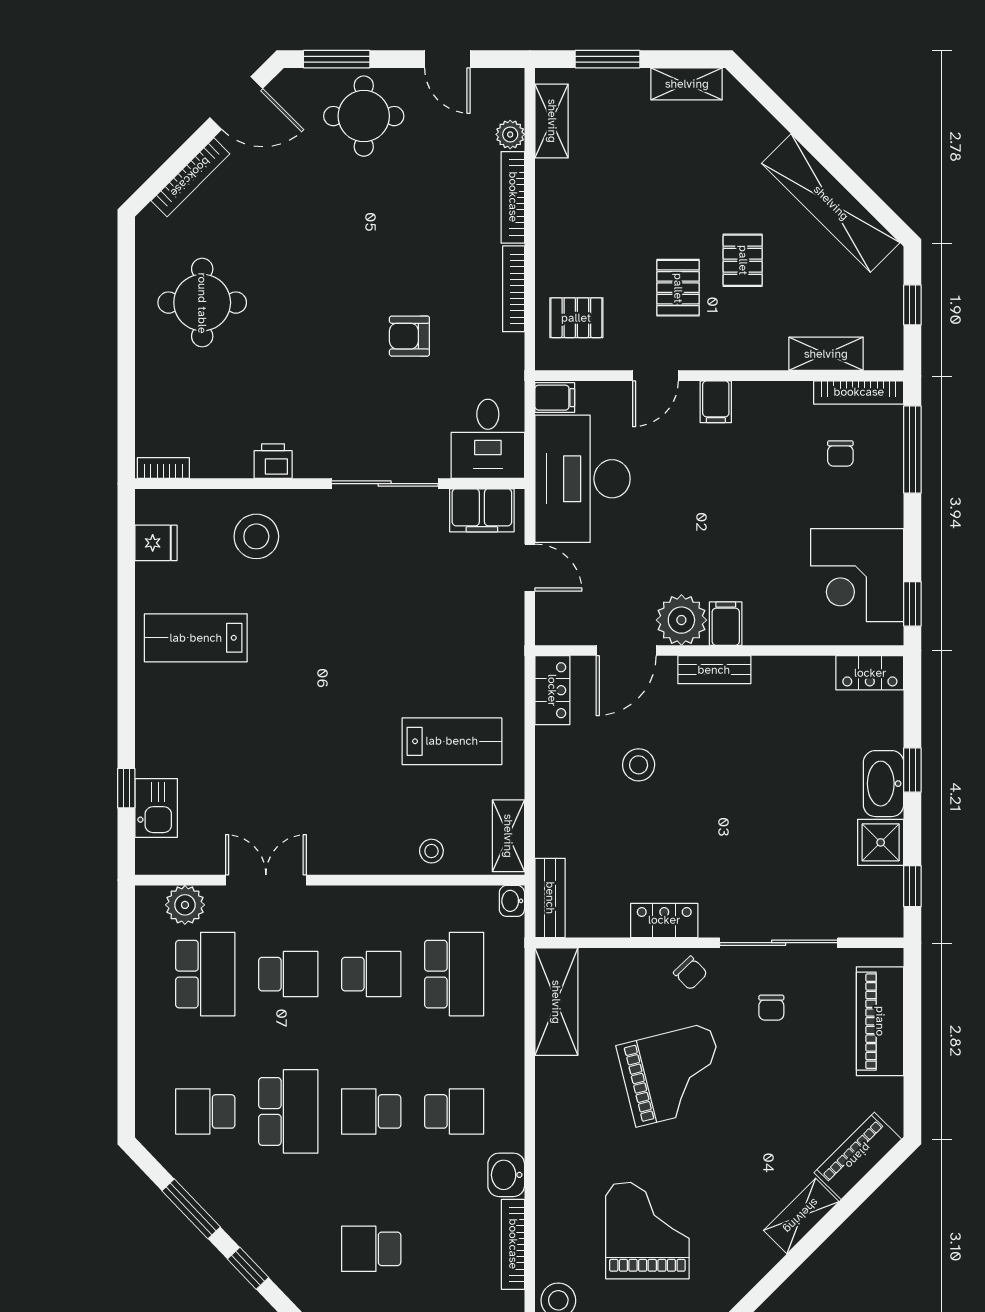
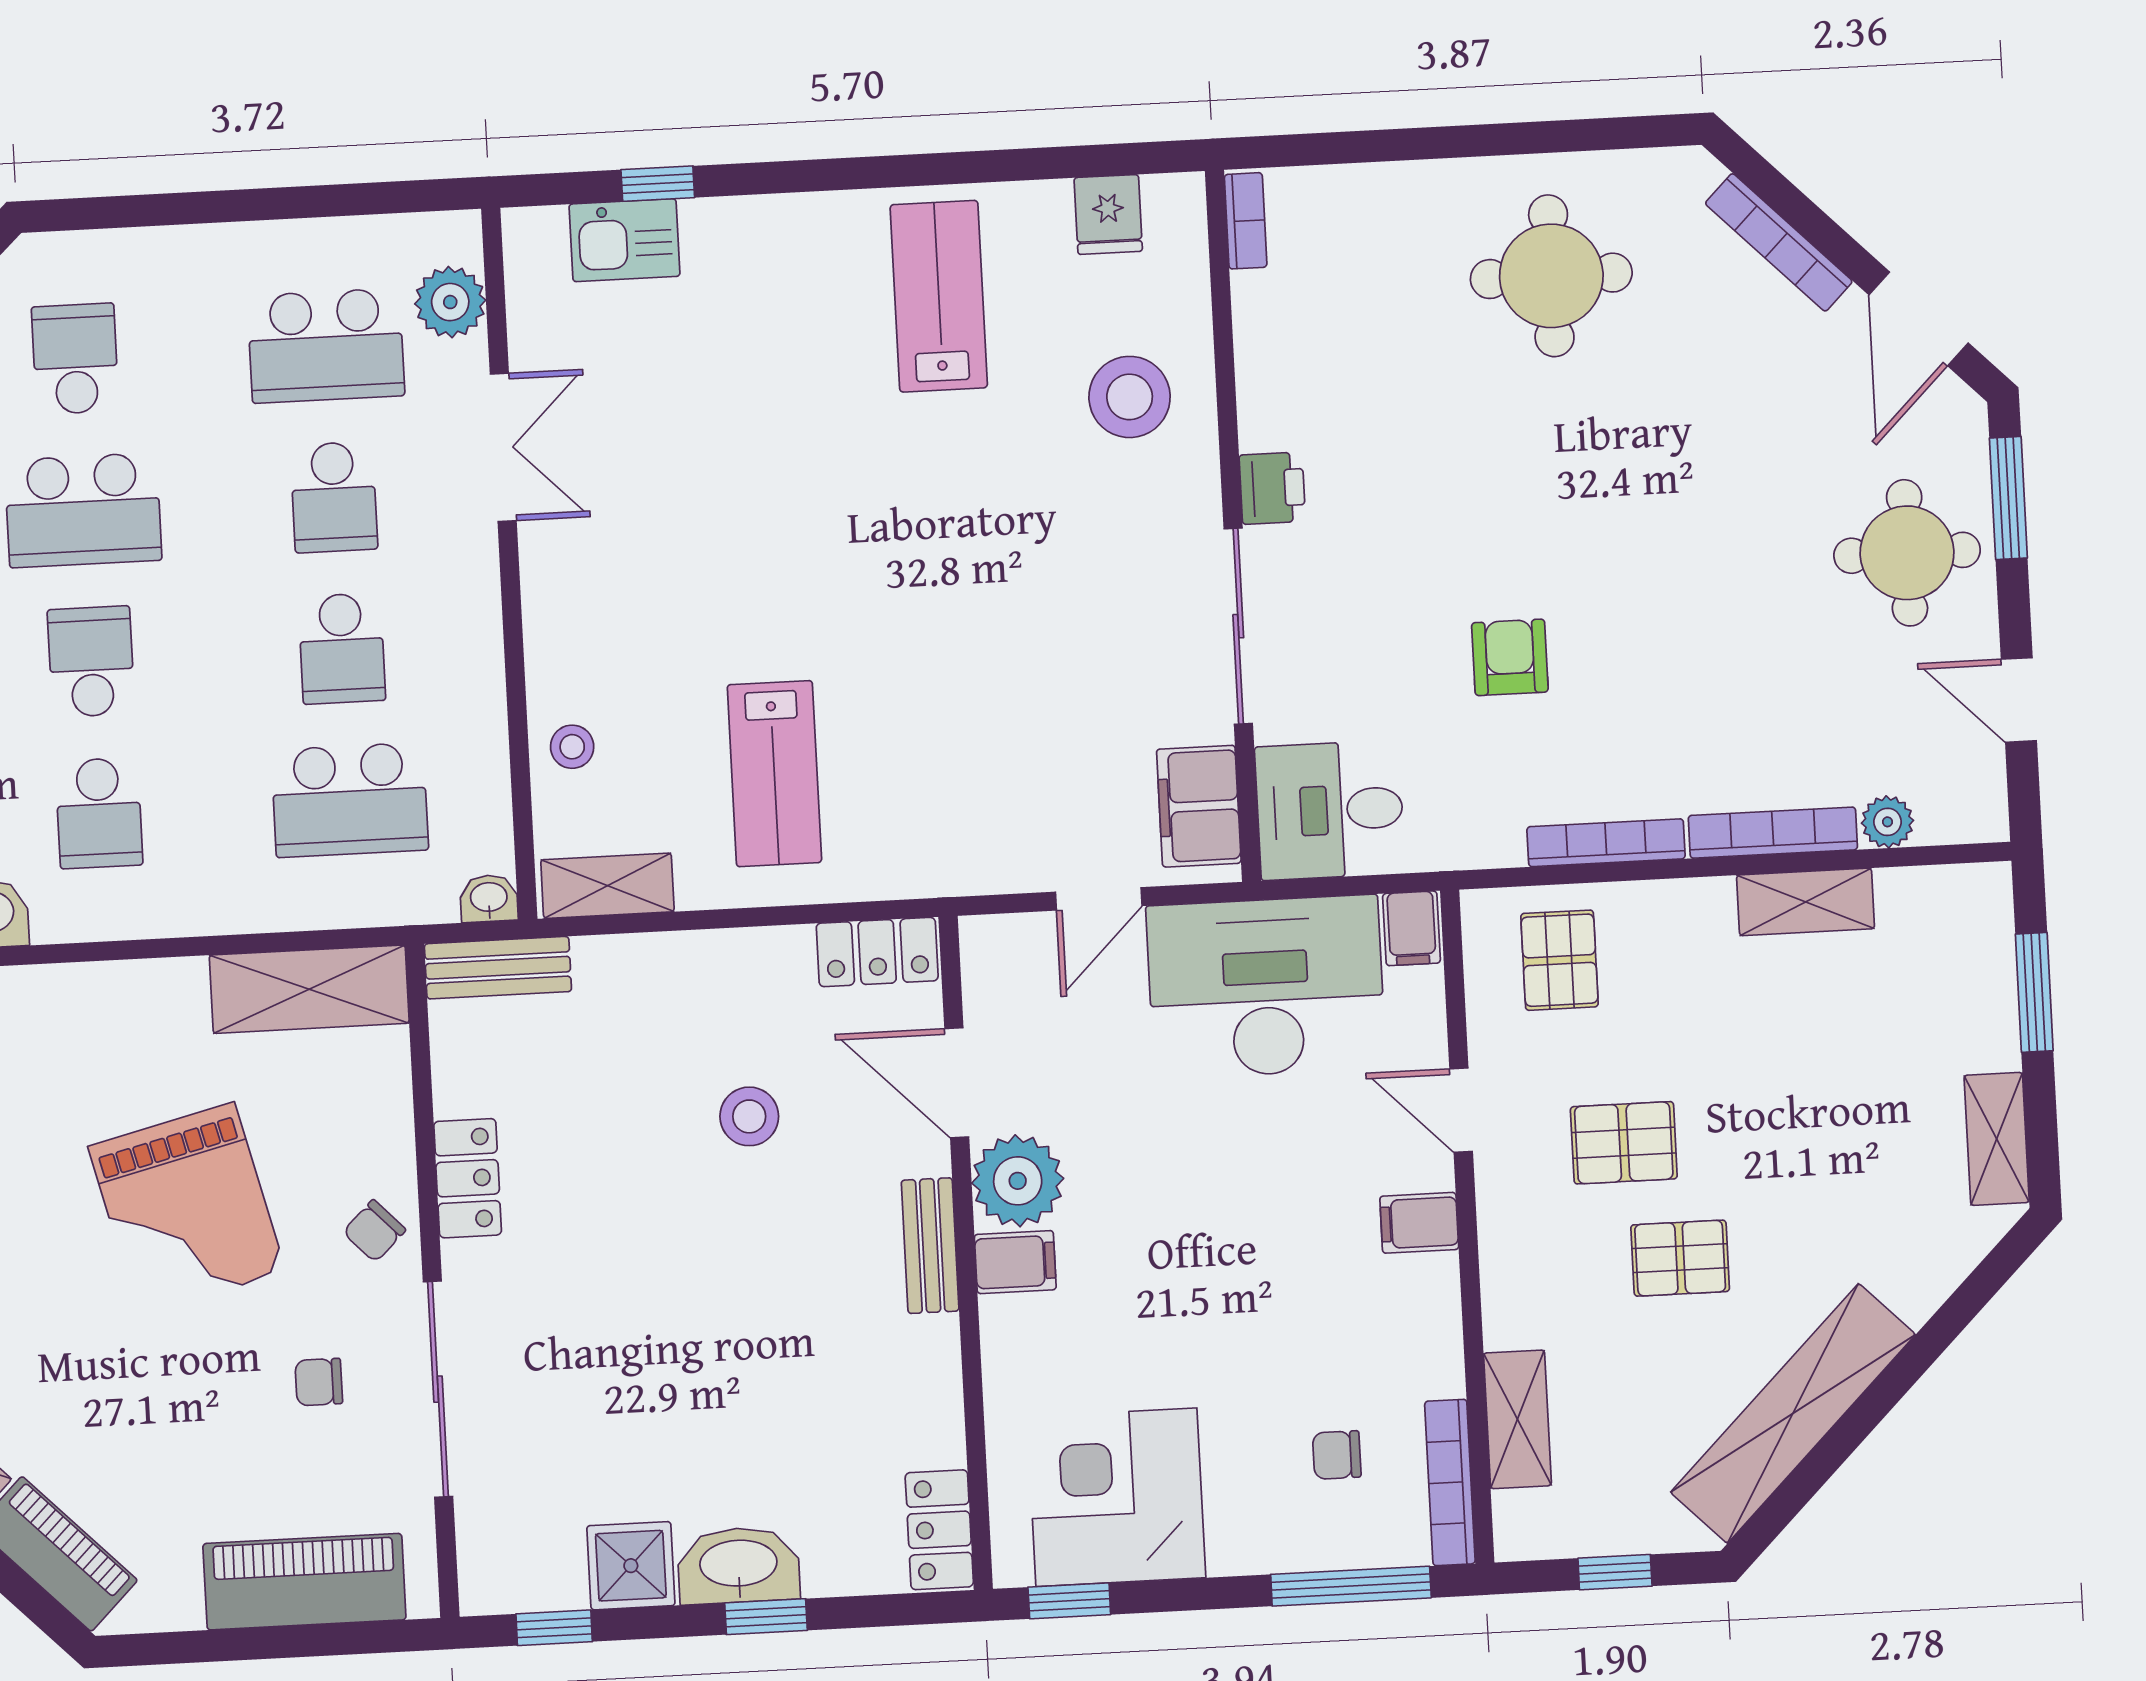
door: (447, 59) -> (2019, 700), hinge flipped
shelving: (552, 121) -> (1806, 902), moved
printer: (273, 461) -> (1272, 488), moved

